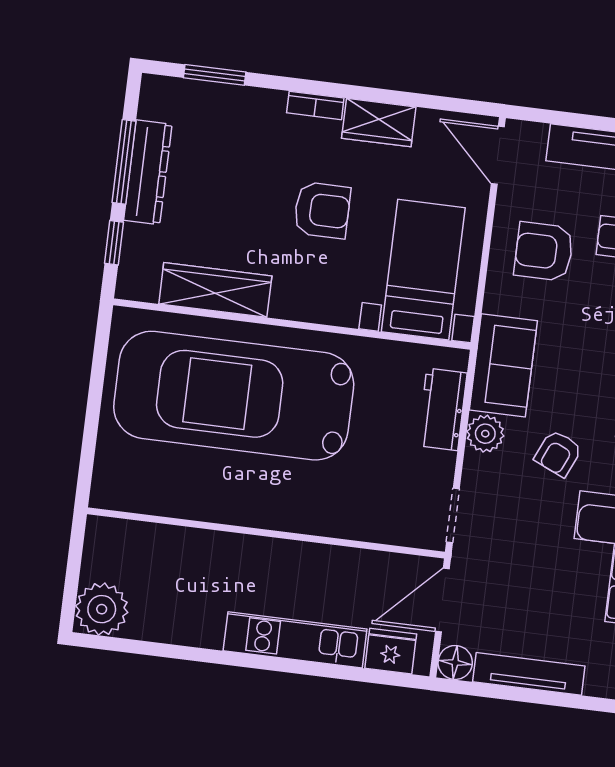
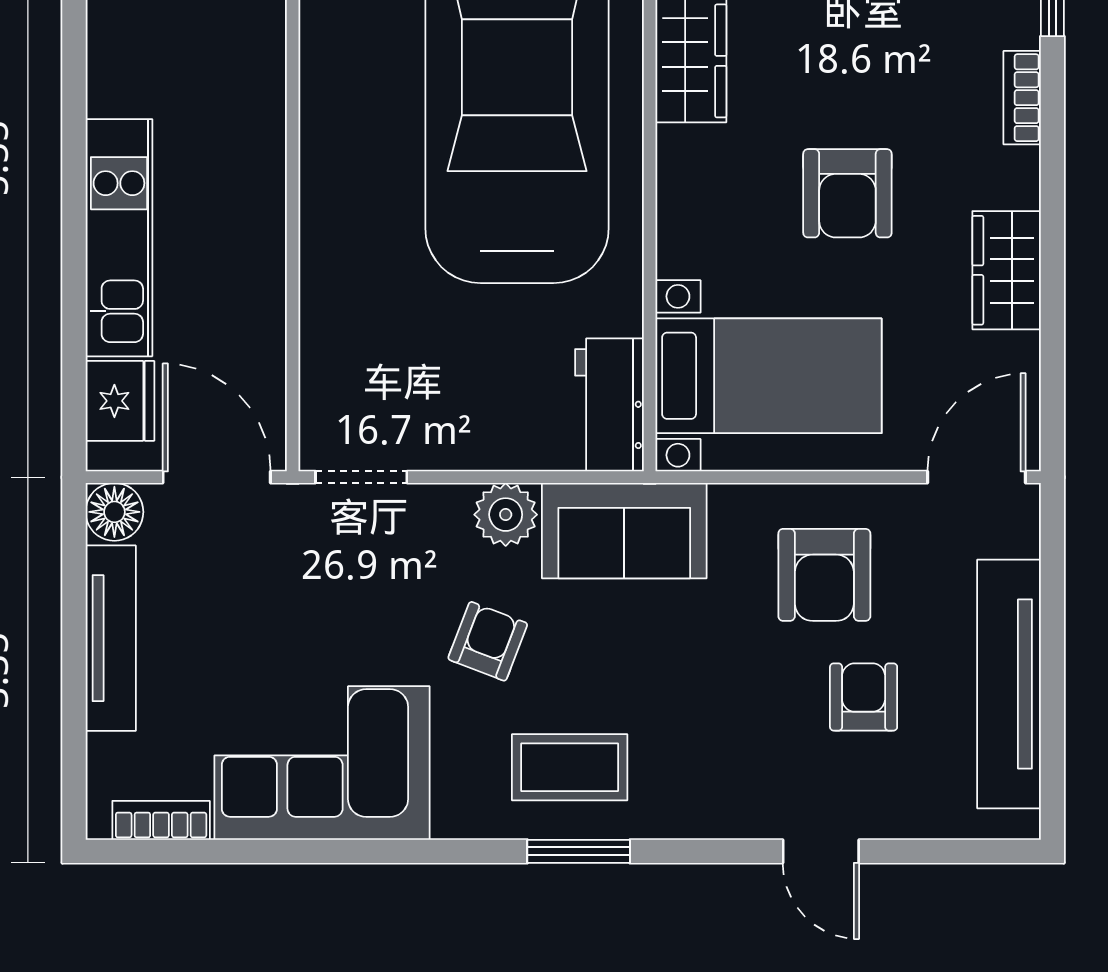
bookcase: (315, 105) -> (1022, 98), moved
armchair: (544, 252) -> (824, 575), turned 180
workbench: (442, 409) -> (609, 405), moved, turned -90
armchair: (558, 453) -> (488, 641), turned 87

